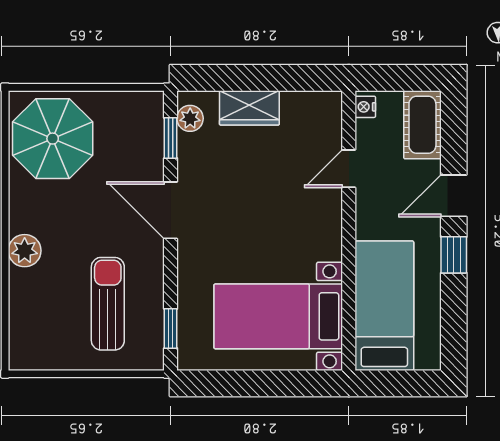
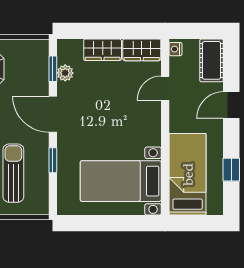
wardrobe: (312, 108) -> (142, 50), added
plant: (190, 118) -> (65, 73), moved
window: (454, 255) -> (231, 170), moved
window: (171, 329) -> (53, 160), moved

